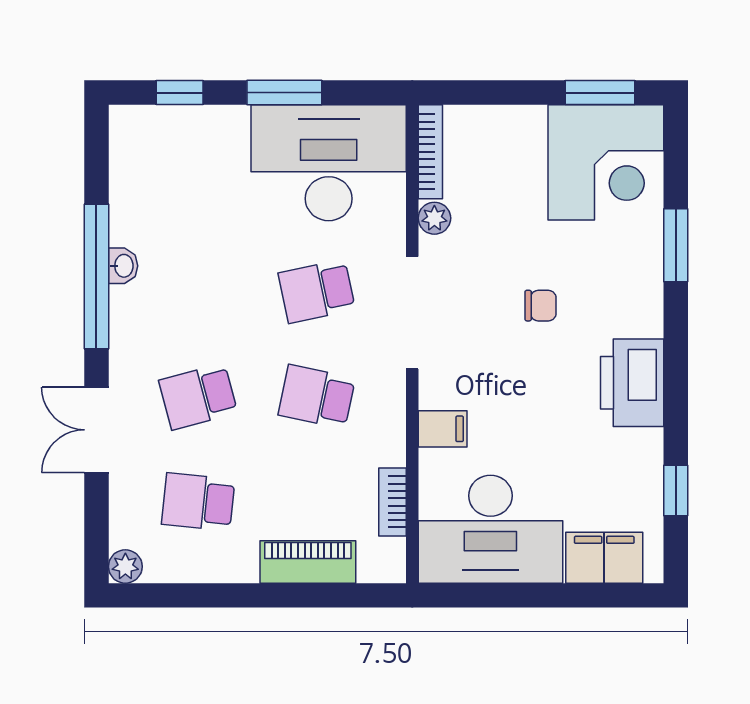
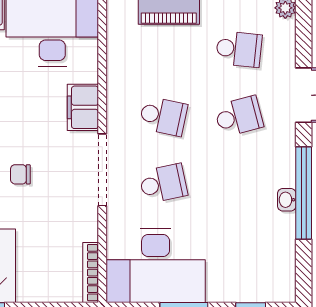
plant: (434, 218) -> (88, 230), removed
filing cabinet: (443, 429) -> (83, 107), width x2.00
bookcase: (393, 502) -> (115, 49), removed

